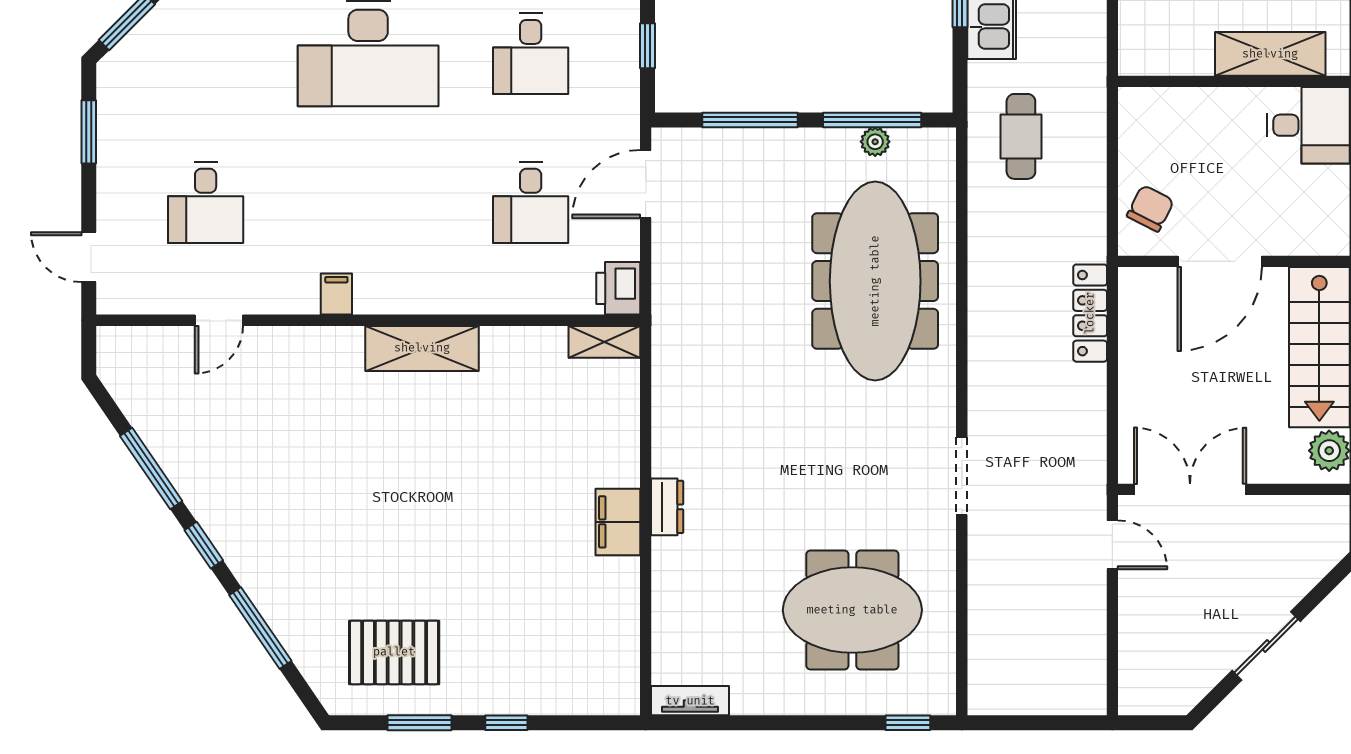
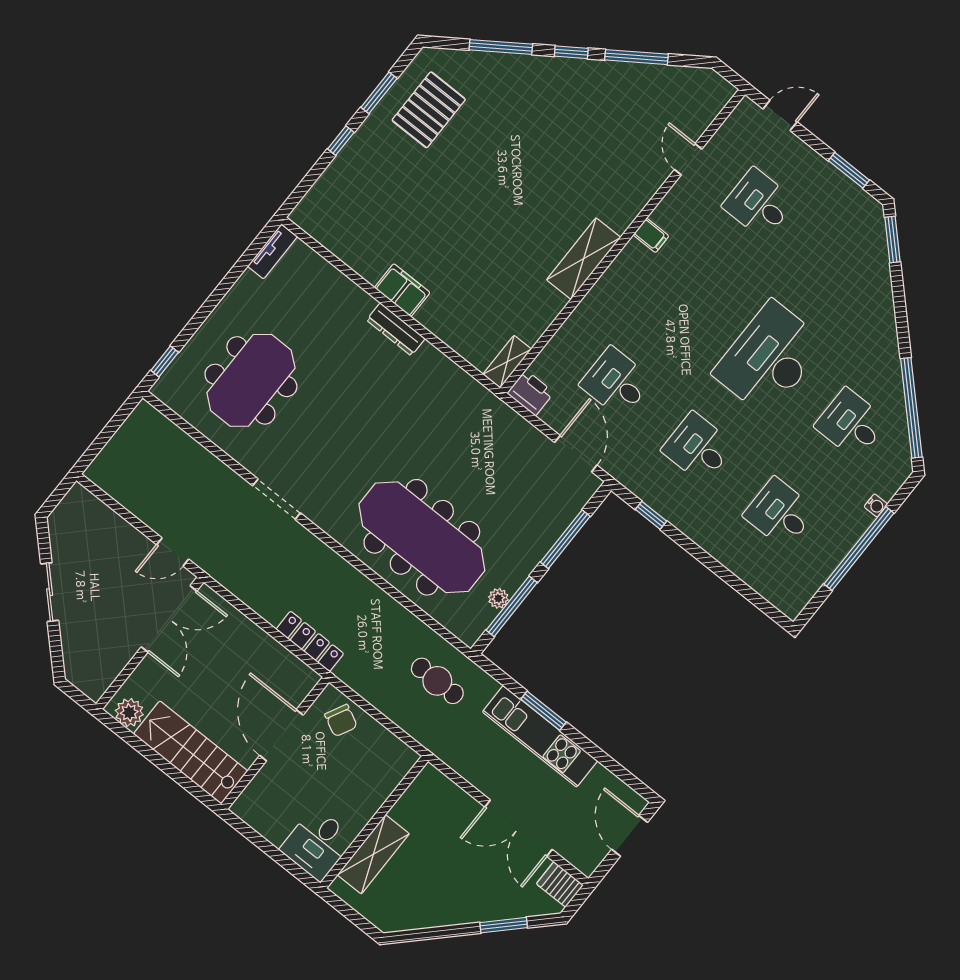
dresser: (667, 507) -> (396, 329), width x1.44

